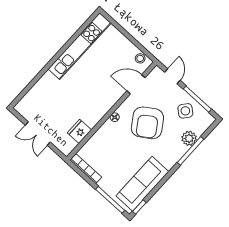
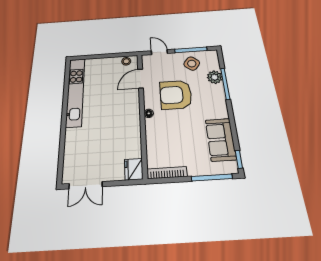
armchair: (147, 123) -> (176, 95), turned 124
fridge: (79, 131) -> (134, 169), moved
double door: (38, 134) -> (86, 185), moved
sofa: (142, 184) -> (221, 139), width x0.73

